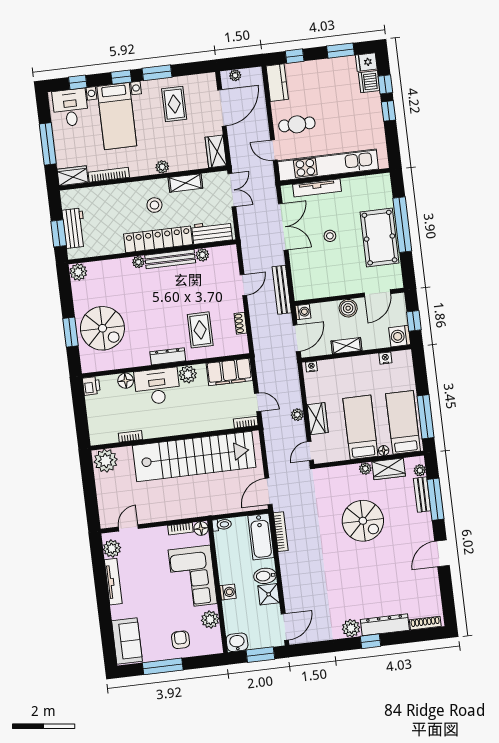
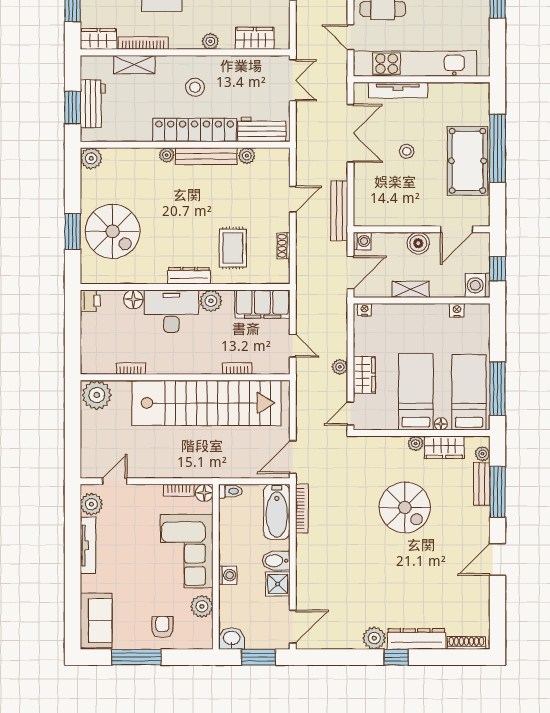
wardrobe: (216, 151) -> (255, 38), moved, turned 90
shelving: (185, 183) -> (134, 65), moved
bookcase: (246, 422) -> (237, 369), moved

